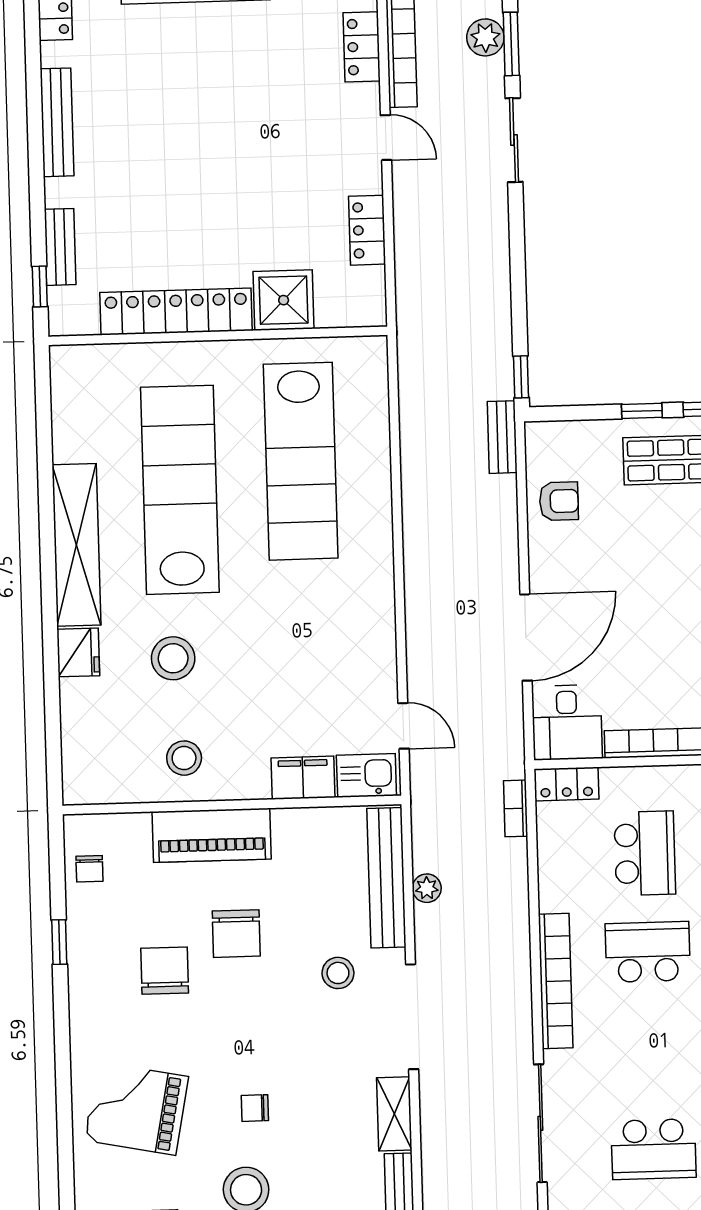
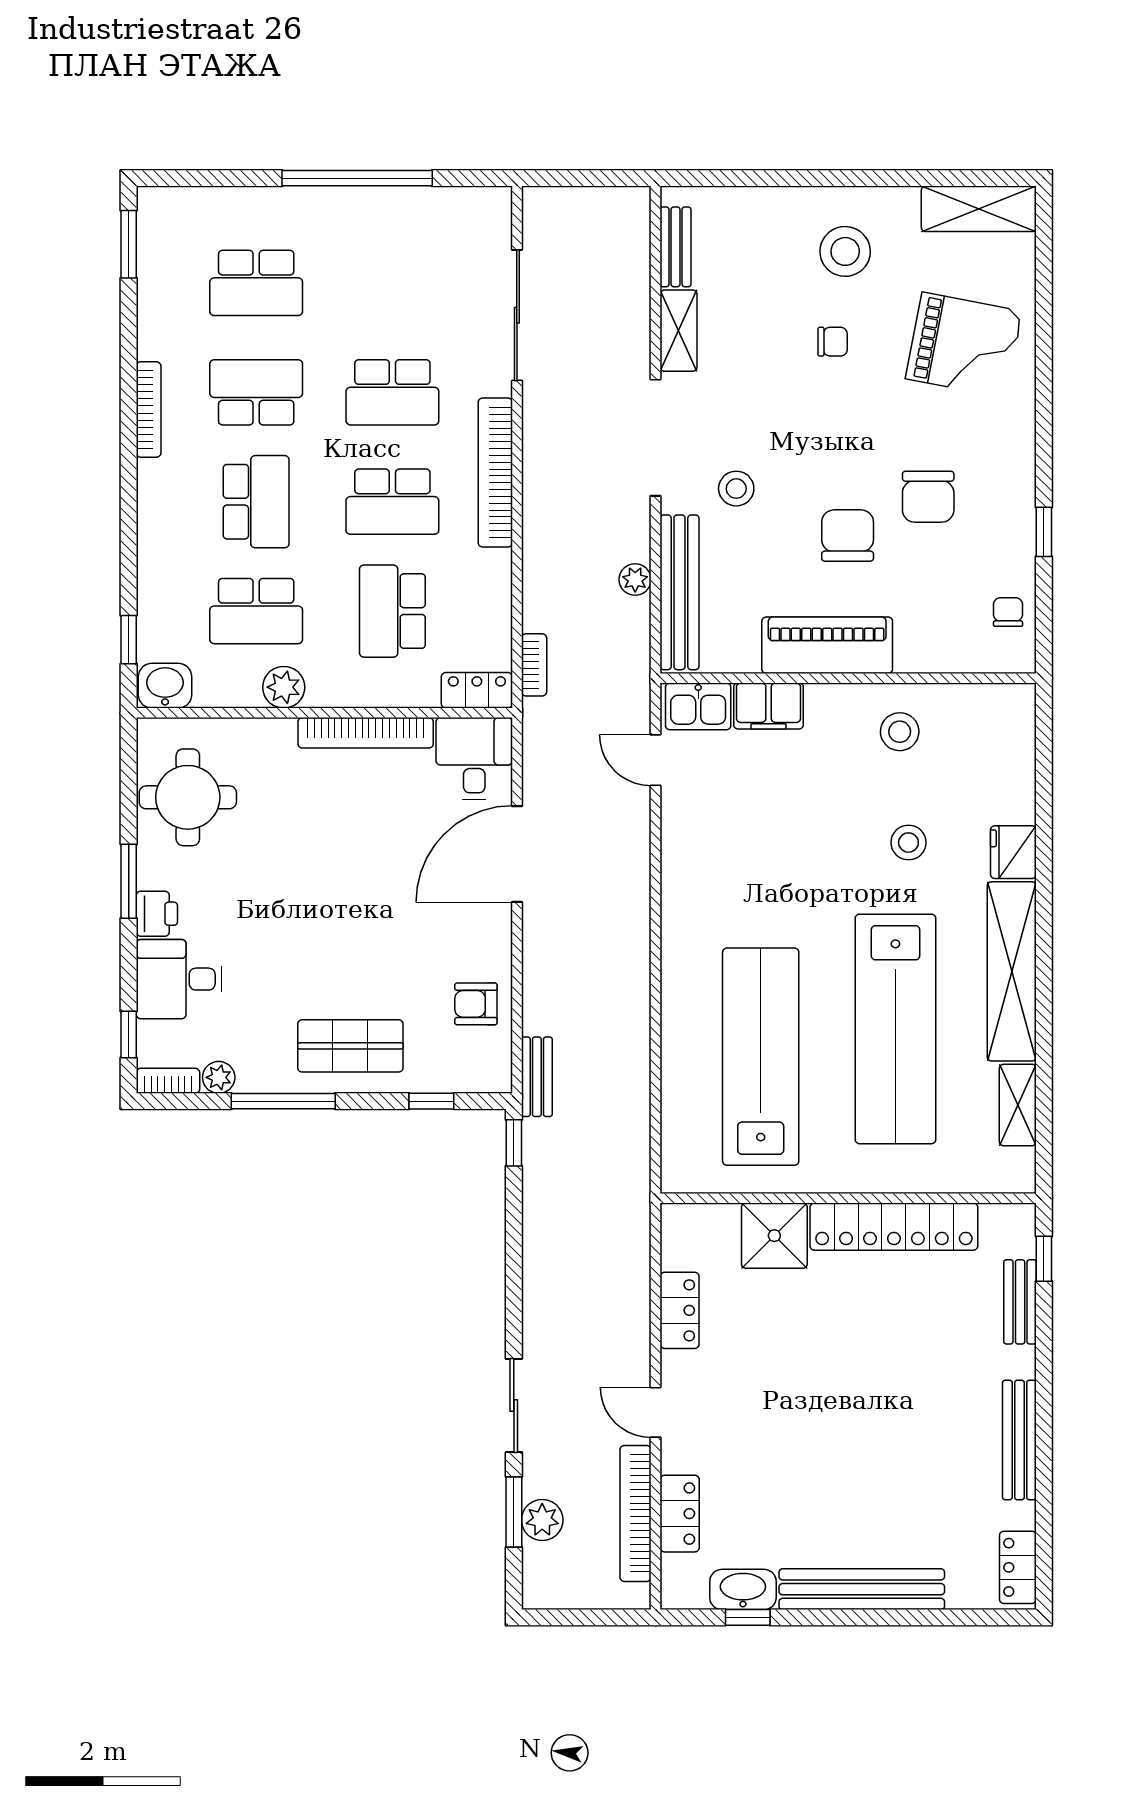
window: (642, 411) -> (431, 1101), moved
shelving: (67, 424) -> (1018, 1105), added
stool: (173, 658) -> (908, 843), width x0.73, depth x0.73
piano: (212, 835) -> (827, 645), moved
school desk: (654, 1149) -> (392, 392), moved, turned 180

